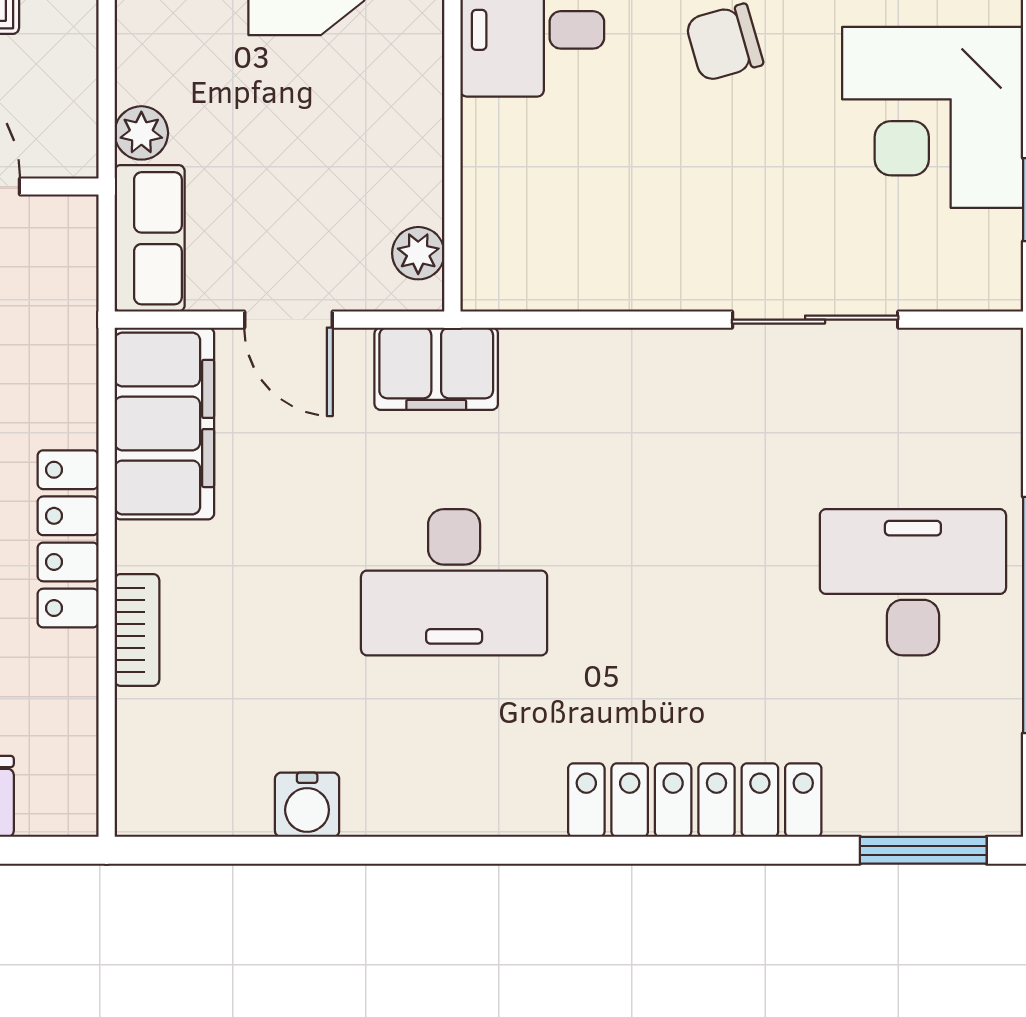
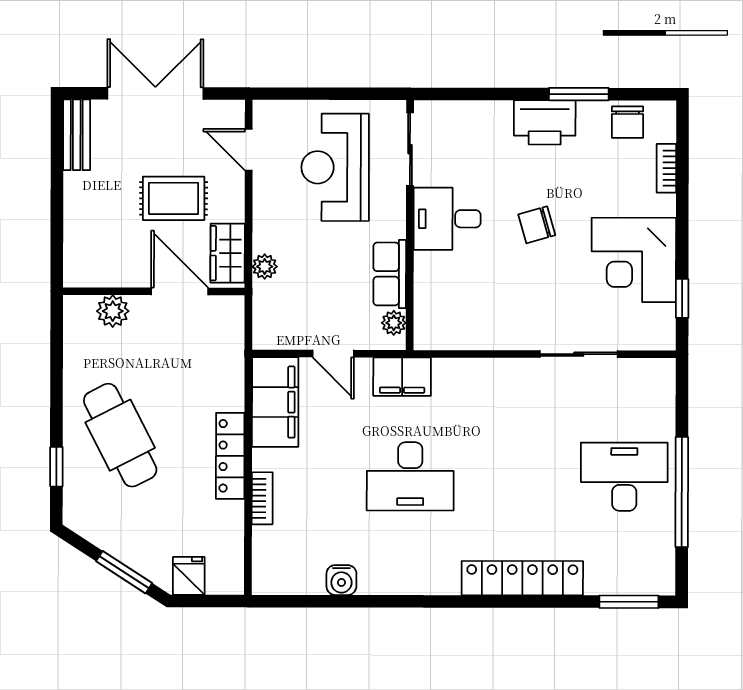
wardrobe: (62, 104) -> (228, 253), added
row of seats: (150, 238) -> (390, 274), moved, turned 180

